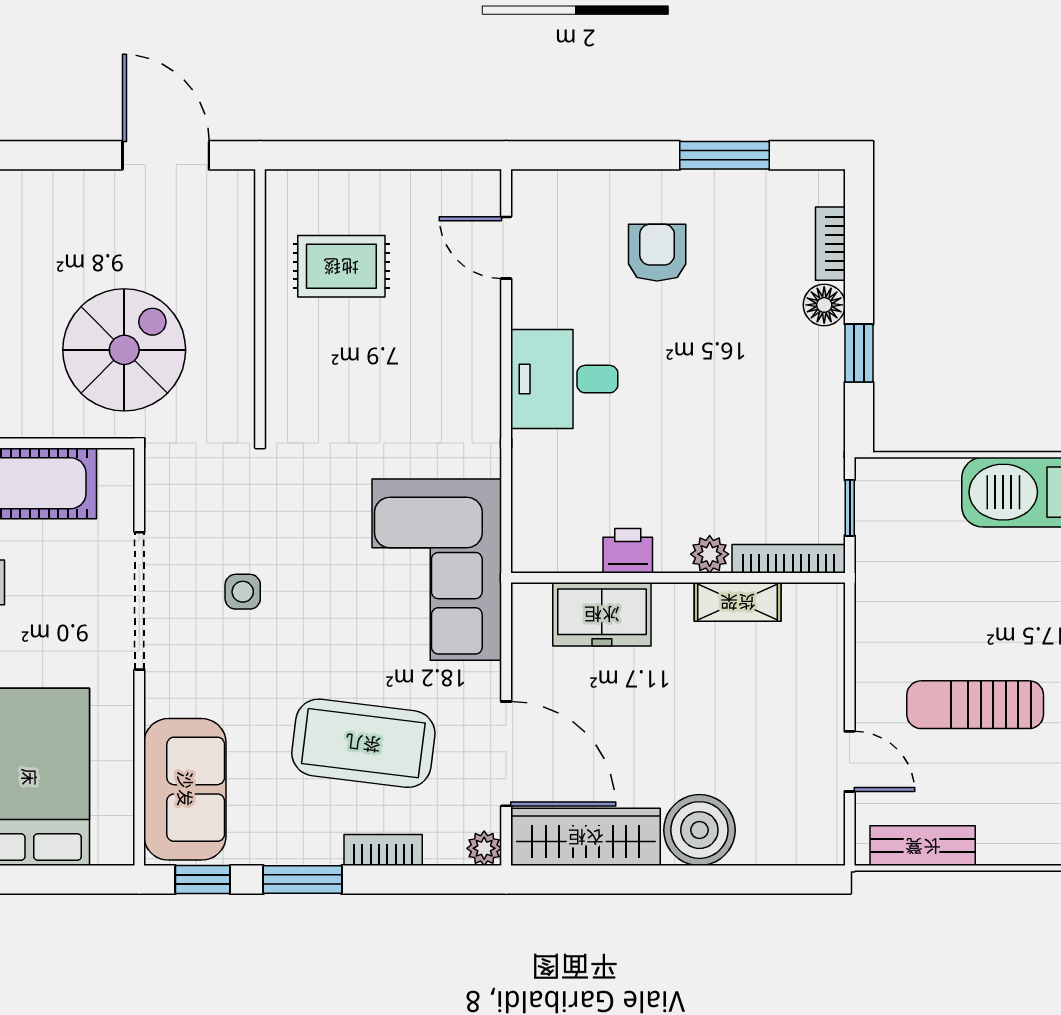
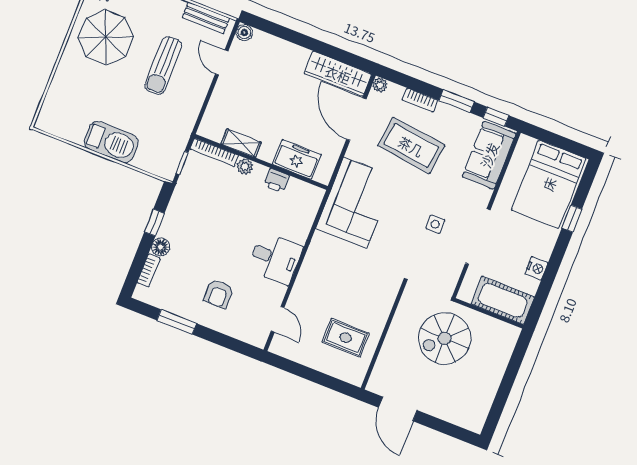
sun lounger: (975, 705) -> (163, 65), turned 90
boiler: (699, 830) -> (244, 33), moved, width x0.54, depth x0.54

